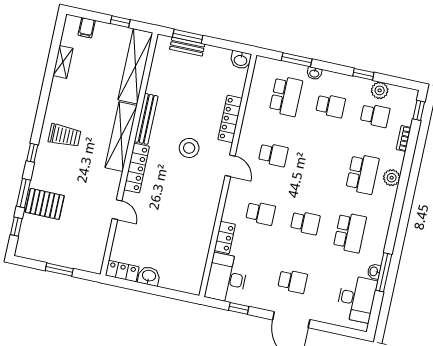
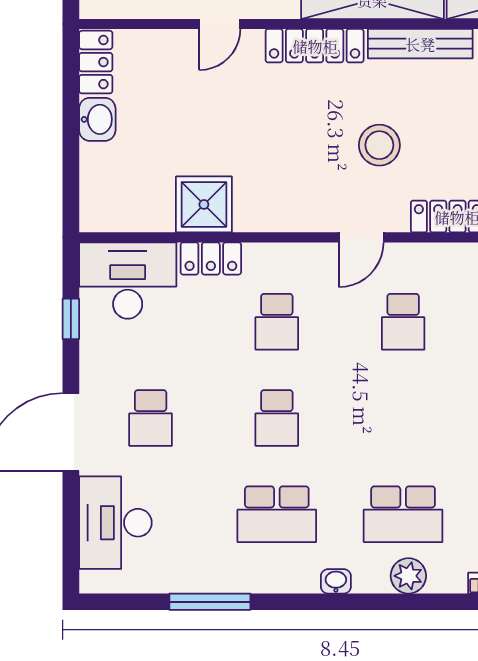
shower: (199, 235) -> (204, 204), added
washbasin: (374, 271) -> (336, 581), moved
desk: (356, 299) -> (115, 523), moved, turned 90

